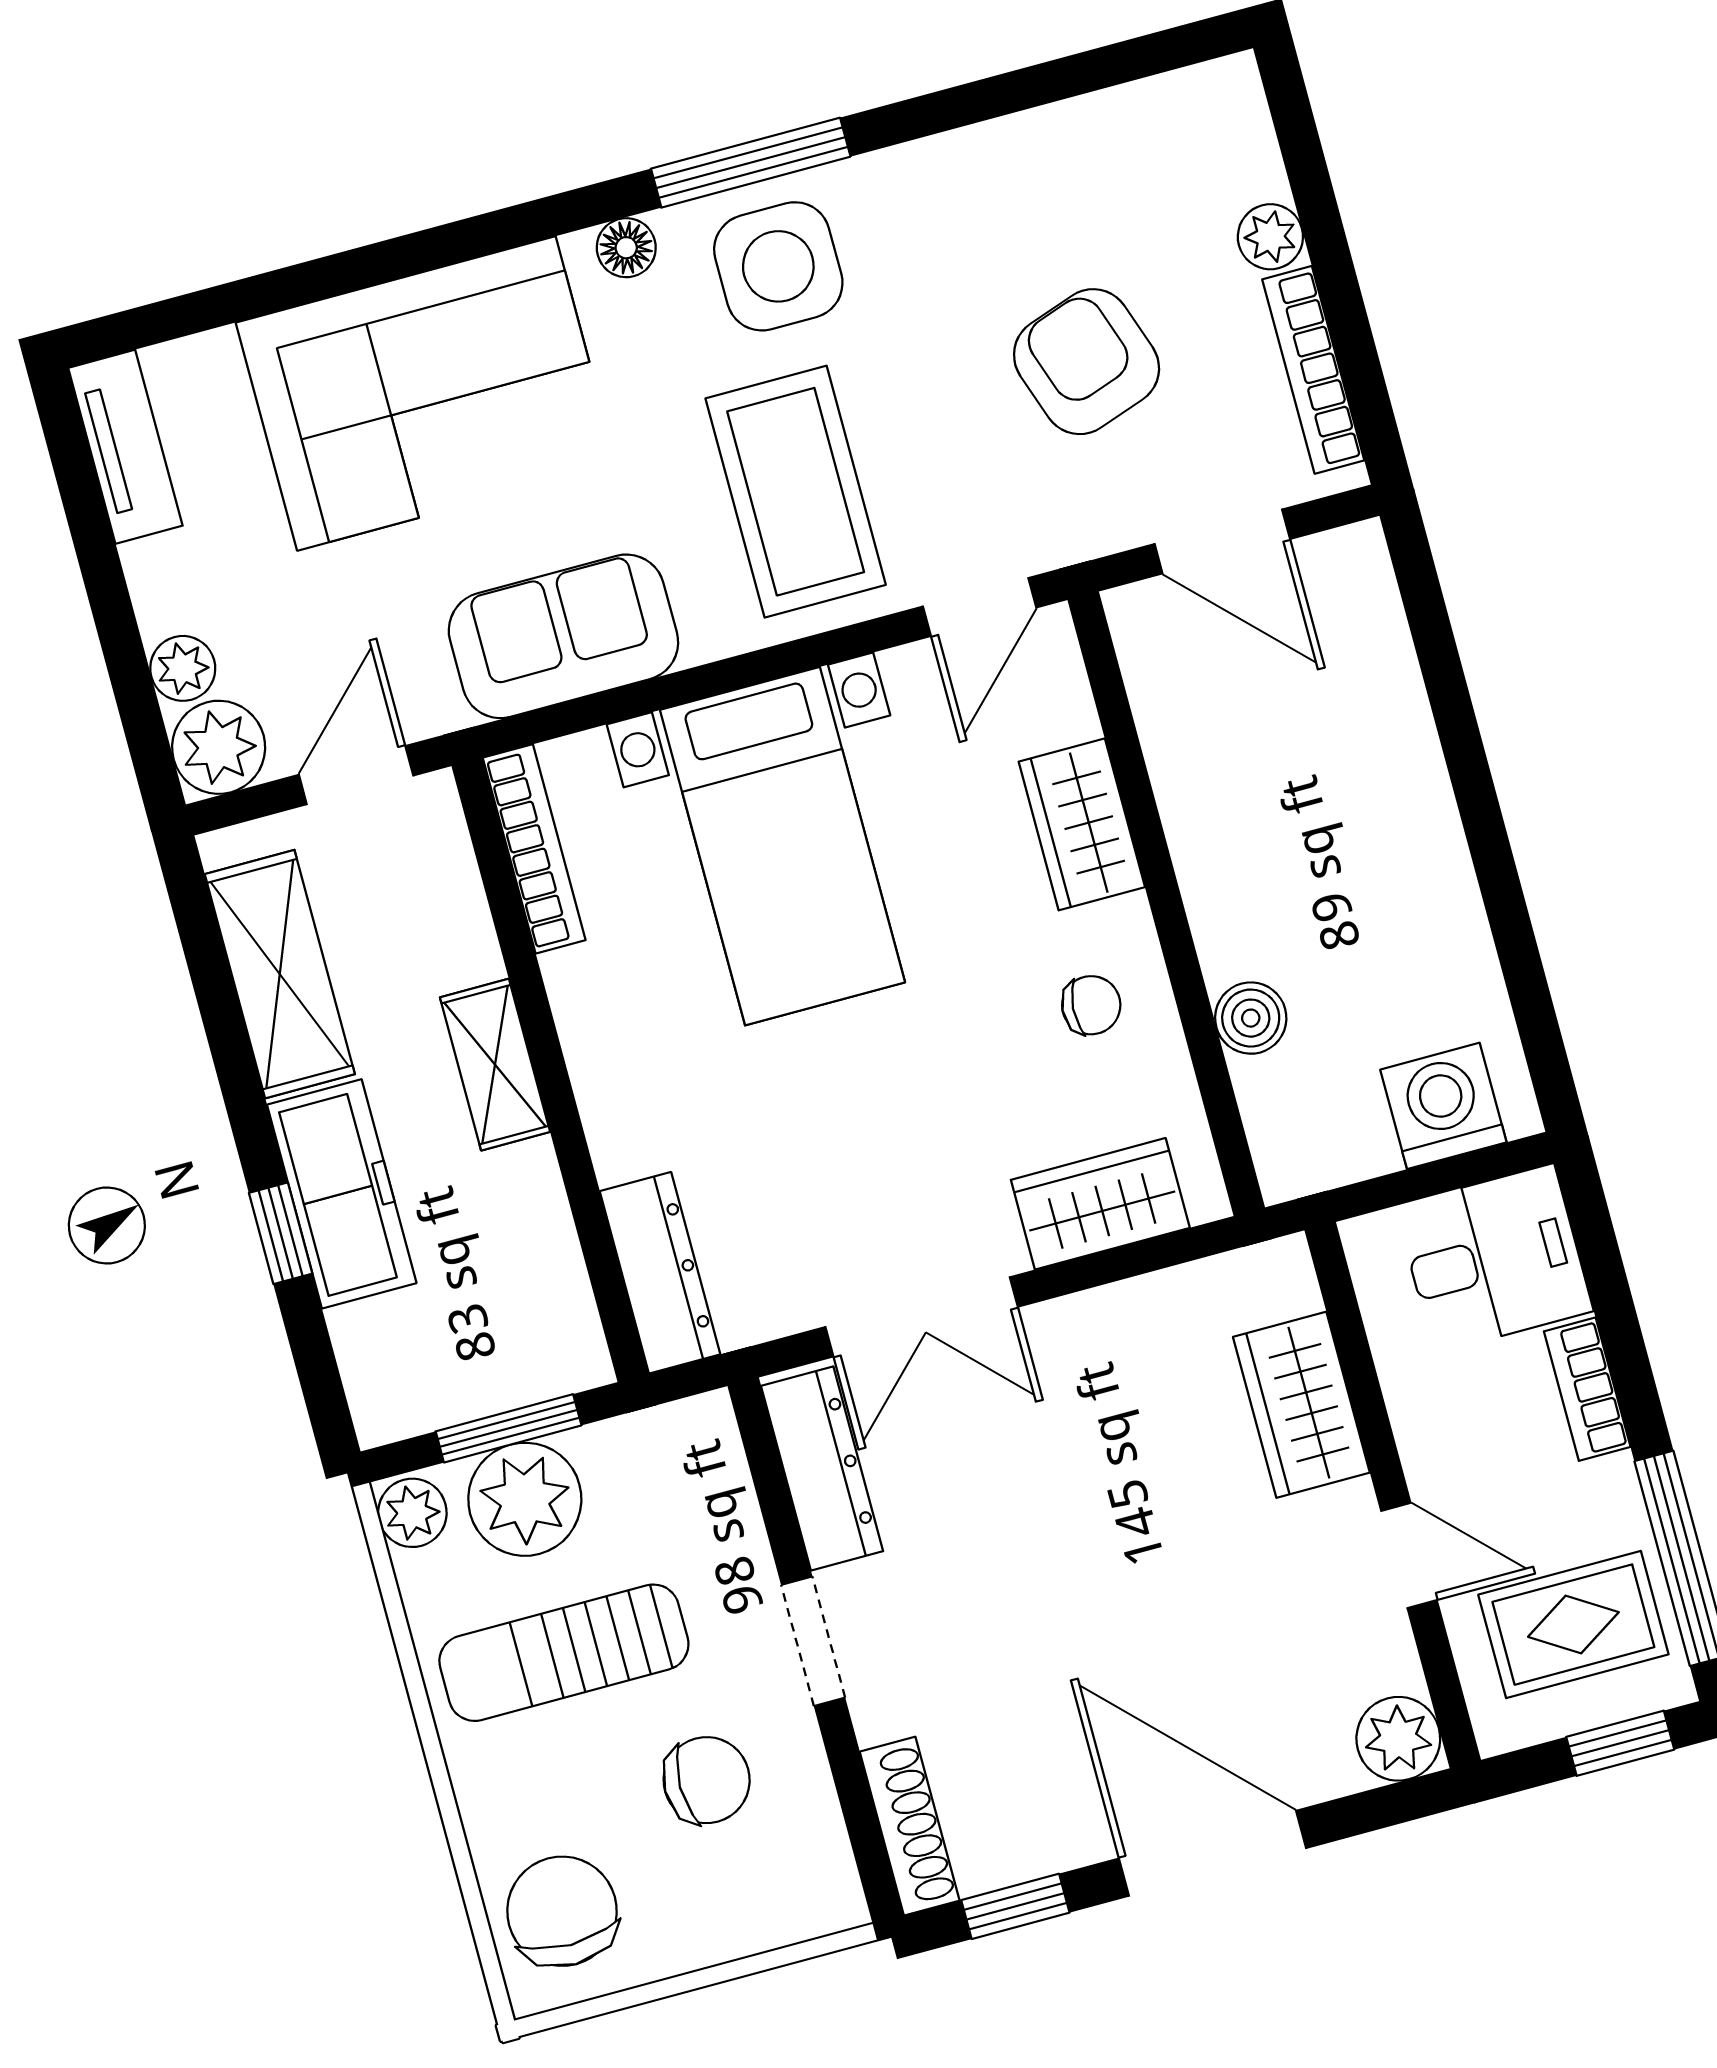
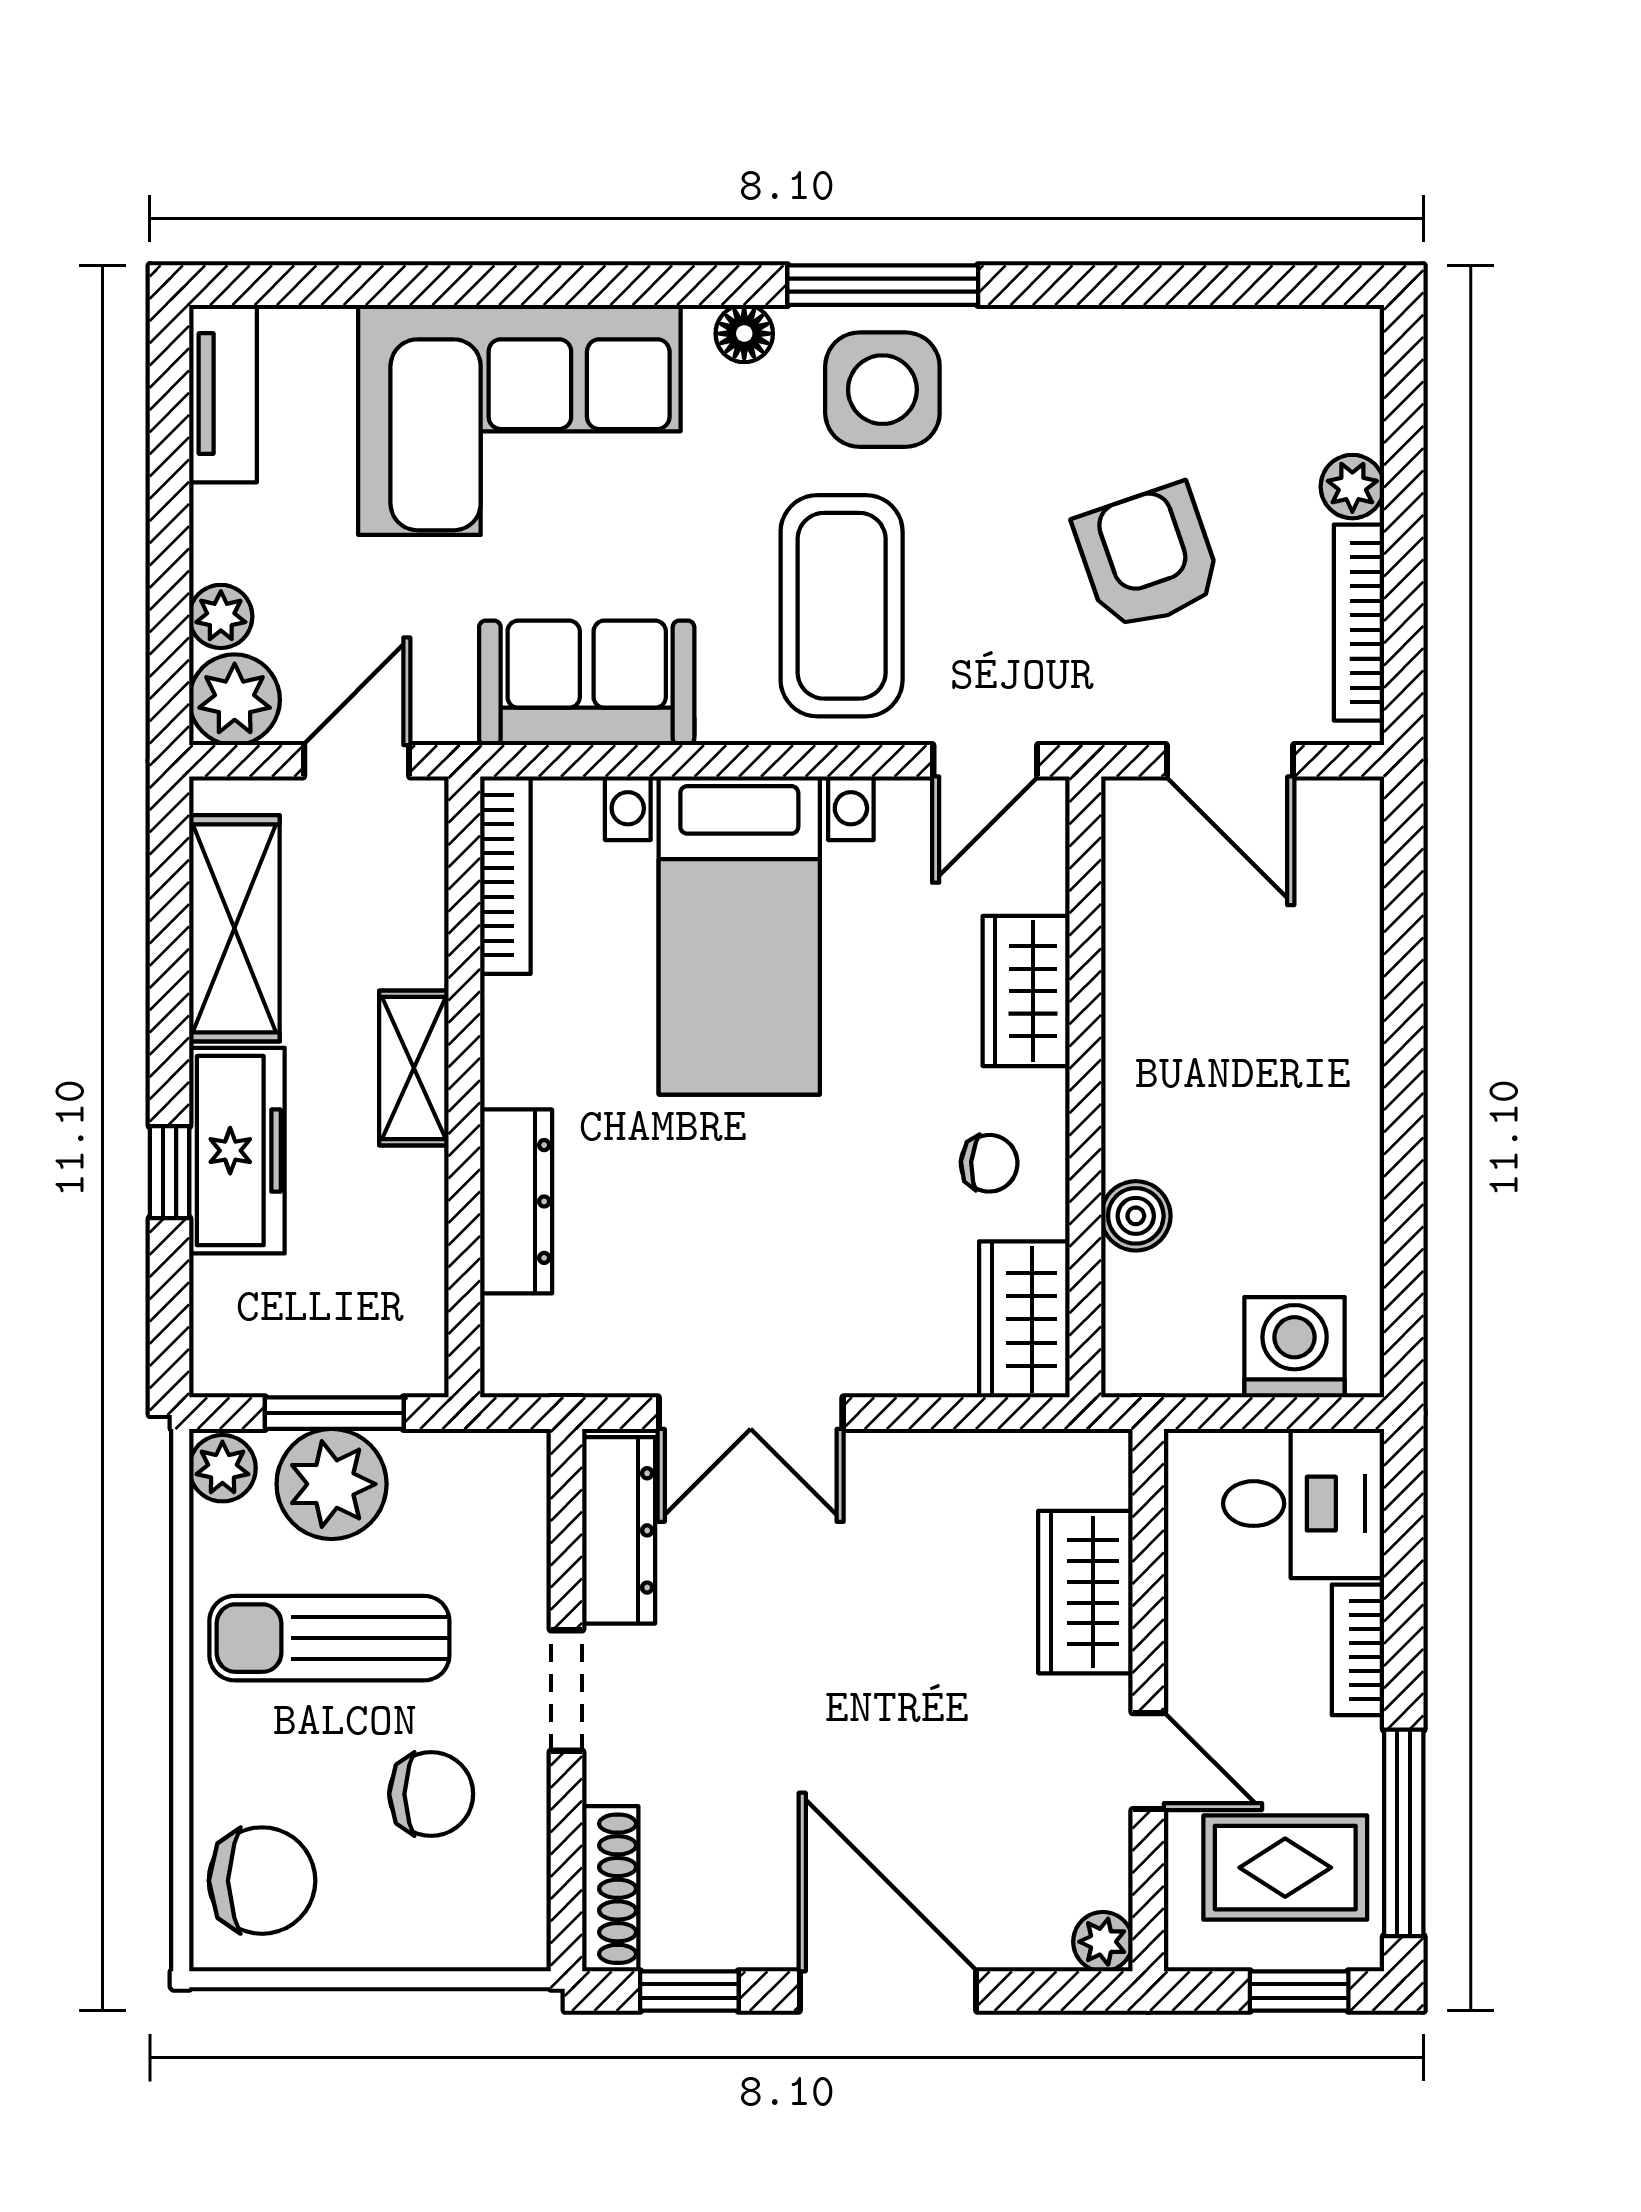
wardrobe: (1100, 1204) -> (1024, 1319), moved, turned -90
dresser: (660, 1273) -> (516, 1201), moved
plant: (1398, 1739) -> (1103, 1942), width x0.73, depth x0.73
chair: (562, 1911) -> (262, 1881), turned 90

